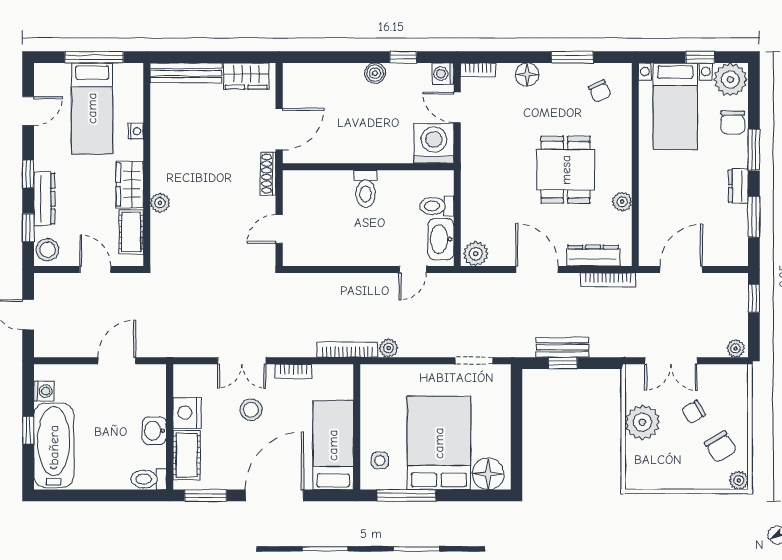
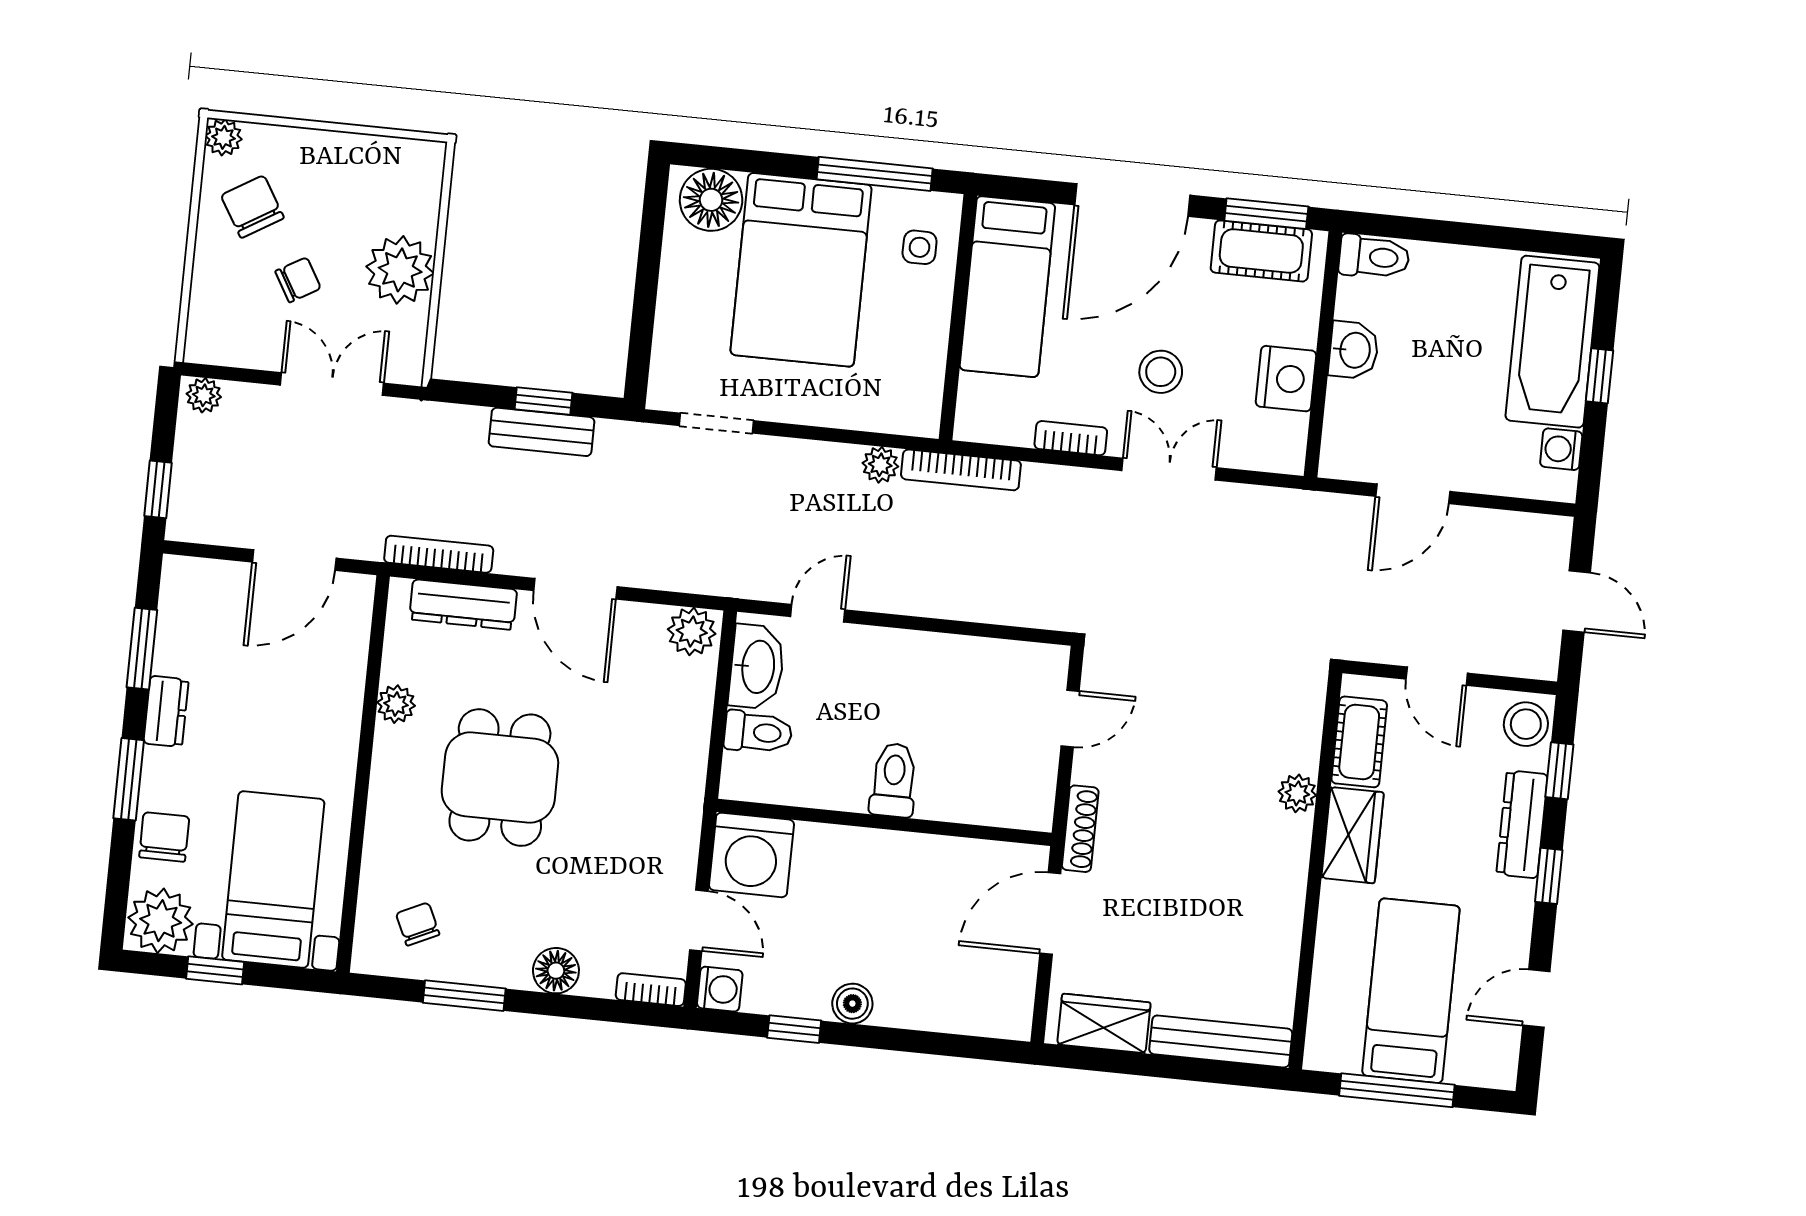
nightstand: (136, 131) -> (1330, 938), removed
cot: (186, 455) -> (1261, 251), moved, turned 90

